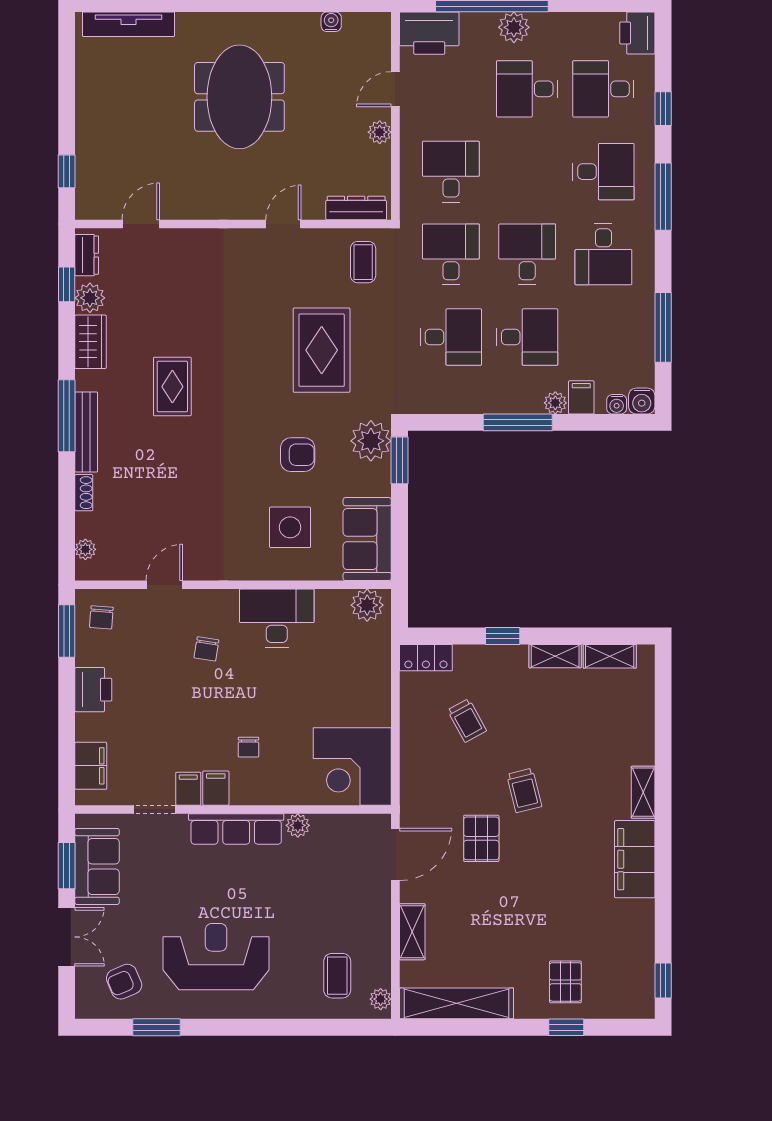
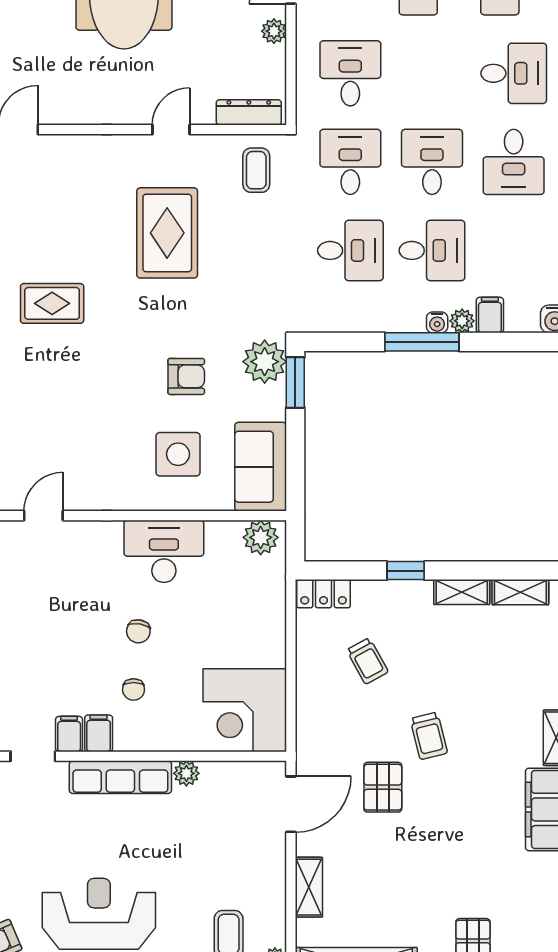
rug: (322, 350) -> (167, 233), moved
rug: (172, 387) -> (52, 303), turned 90
water cooler: (617, 404) -> (437, 322), moved
chair: (206, 649) -> (138, 631), moved

